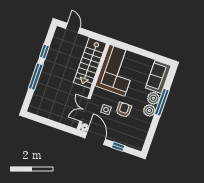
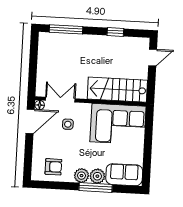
window: (36, 77) -> (66, 29), moved
armchair: (124, 110) -> (53, 167), moved
window: (118, 147) -> (28, 151), removed

